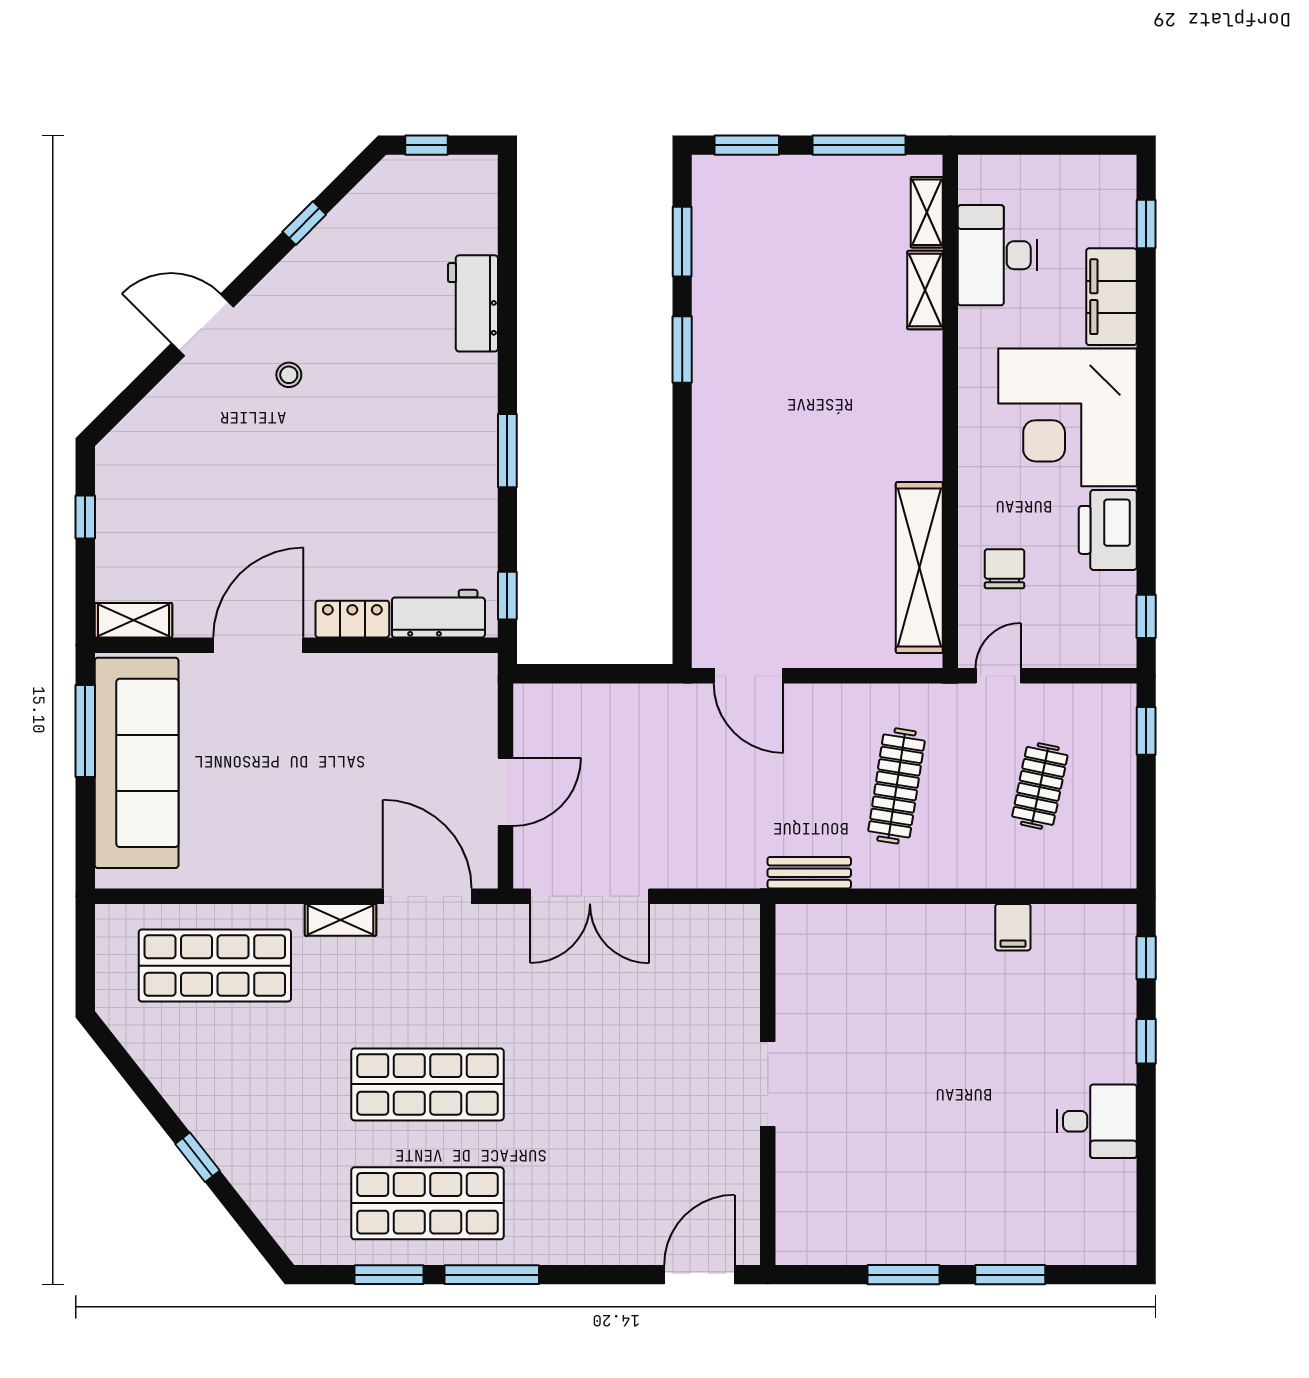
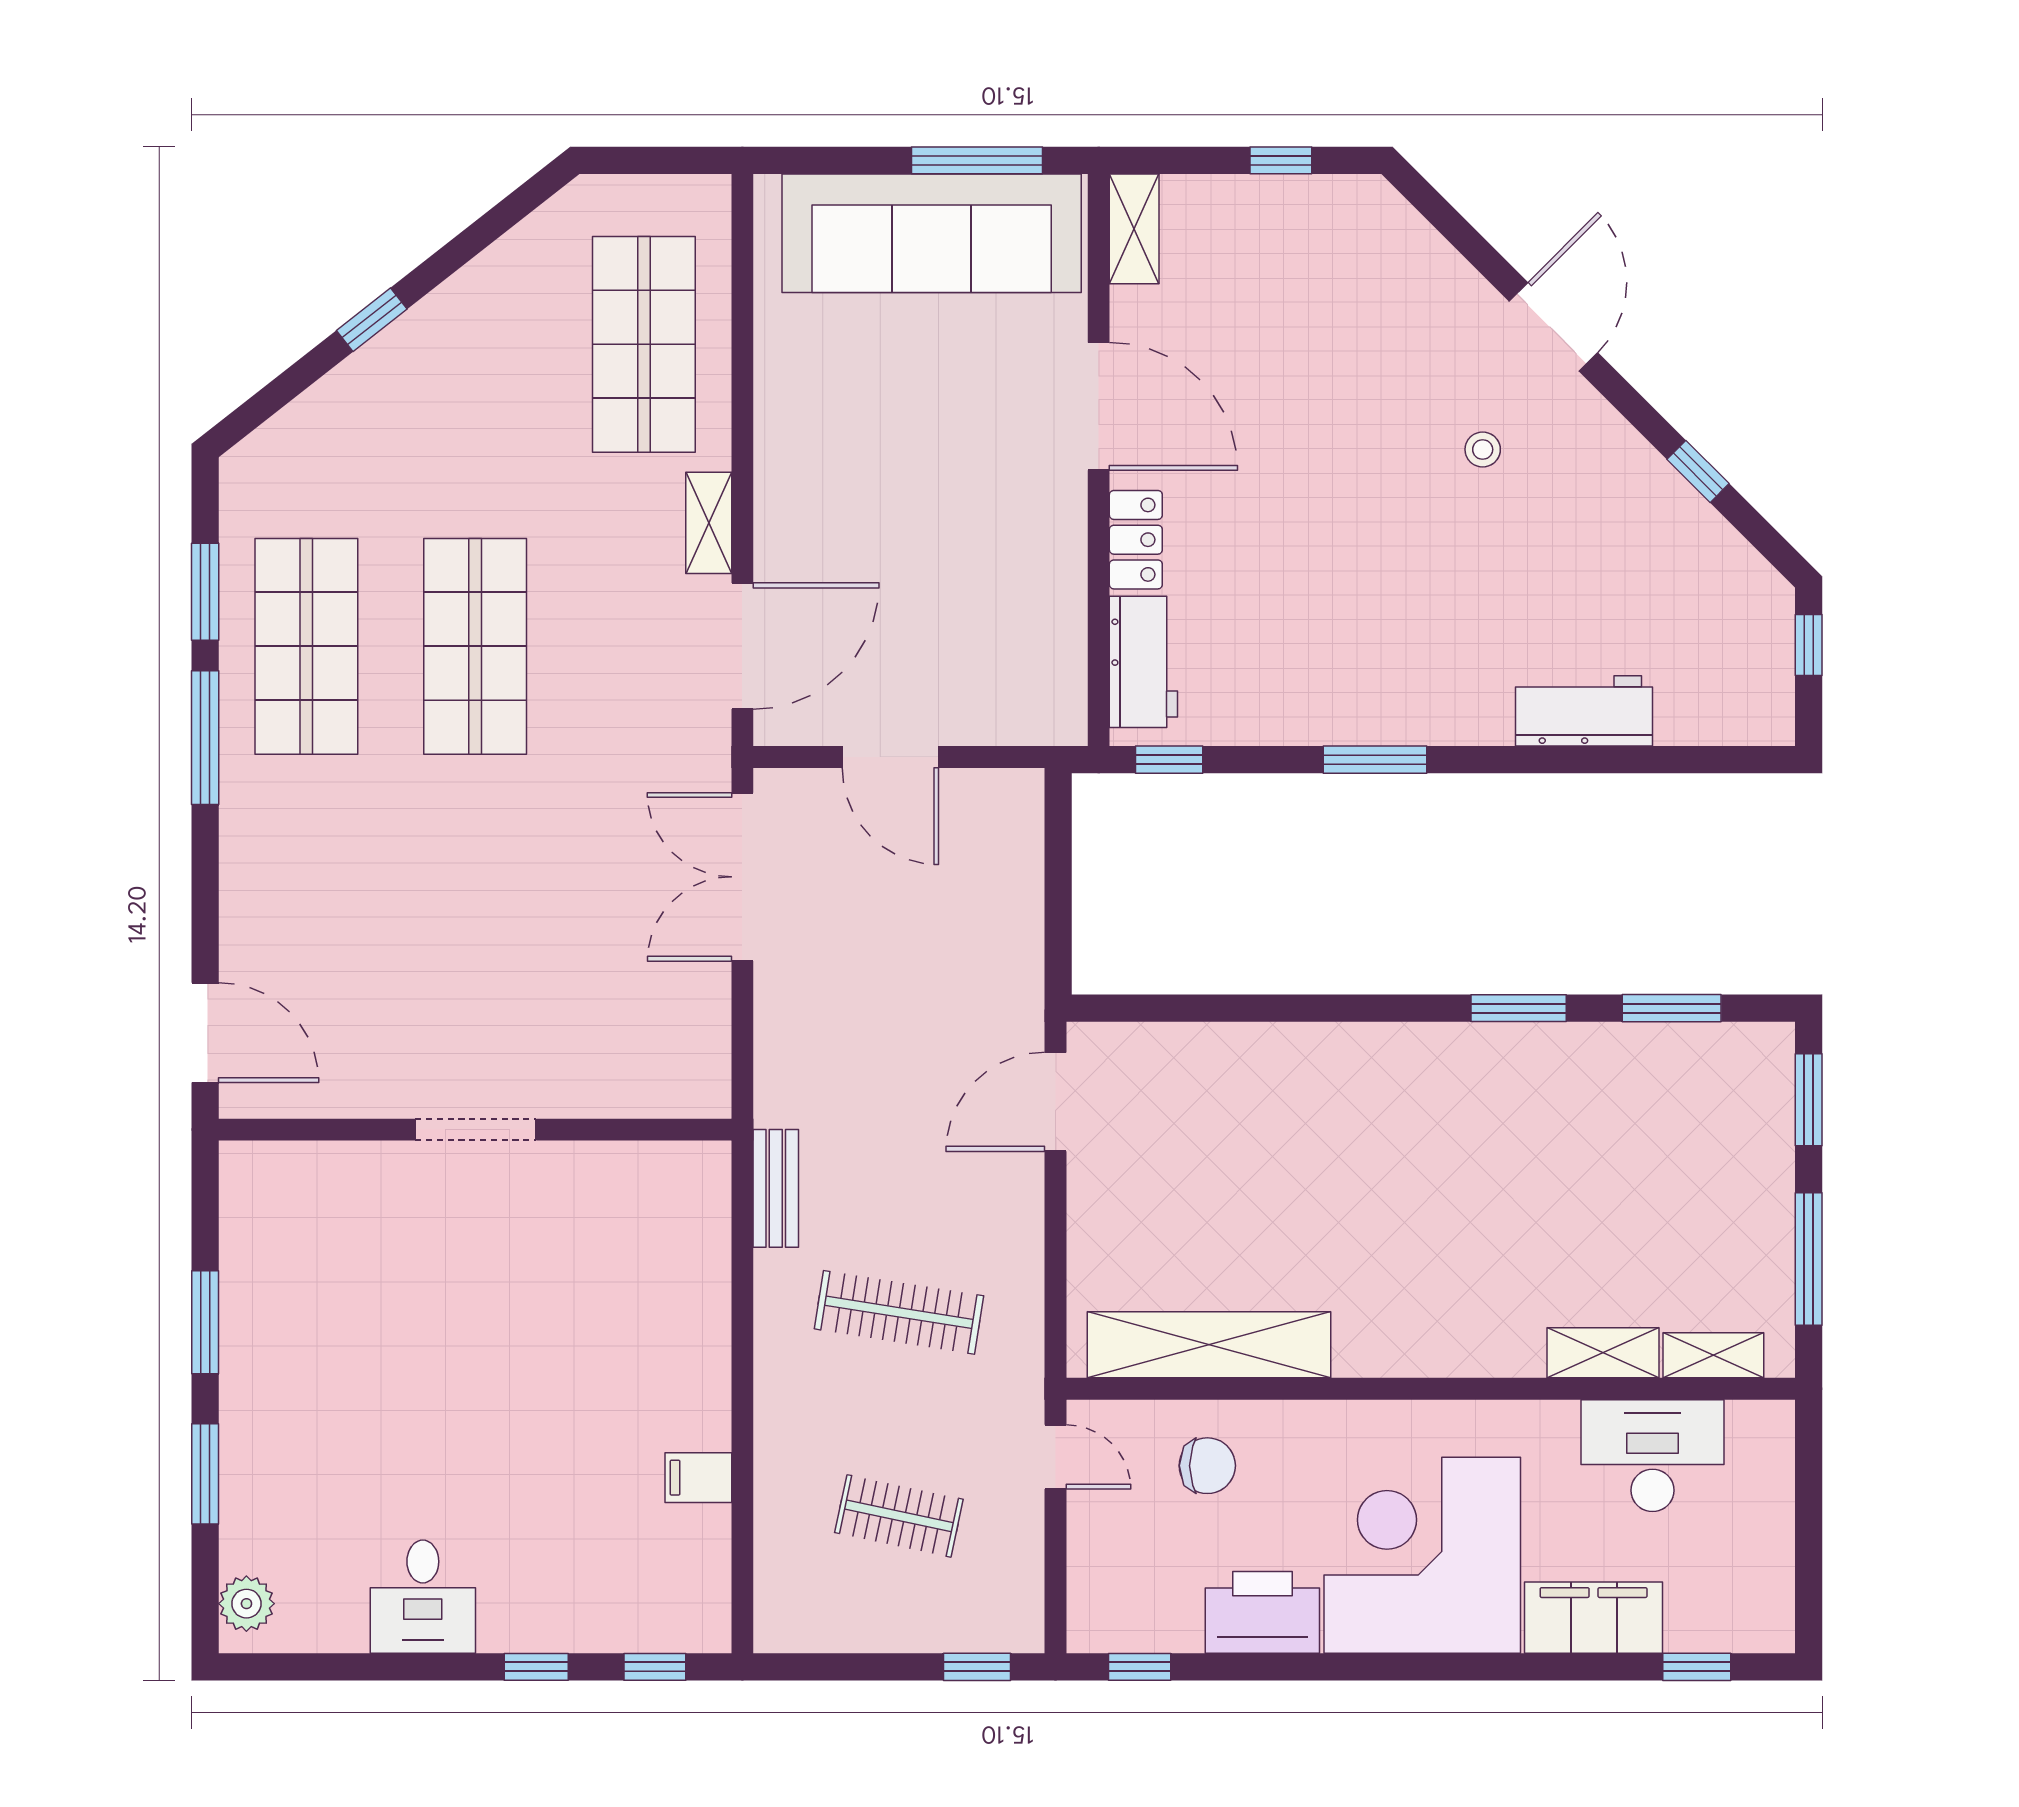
plant: (1102, 1245) -> (246, 1604), added

